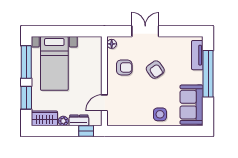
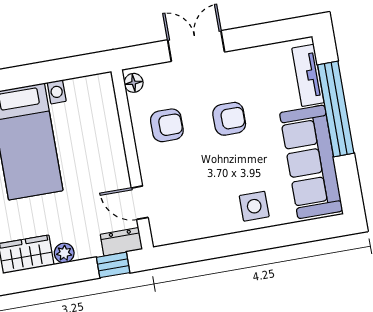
armchair: (155, 70) -> (229, 119), turned -55
door: (104, 103) -> (140, 203), hinge flipped
sofa: (192, 105) -> (311, 162), width x1.36
dresser: (79, 120) -> (121, 242), moved

